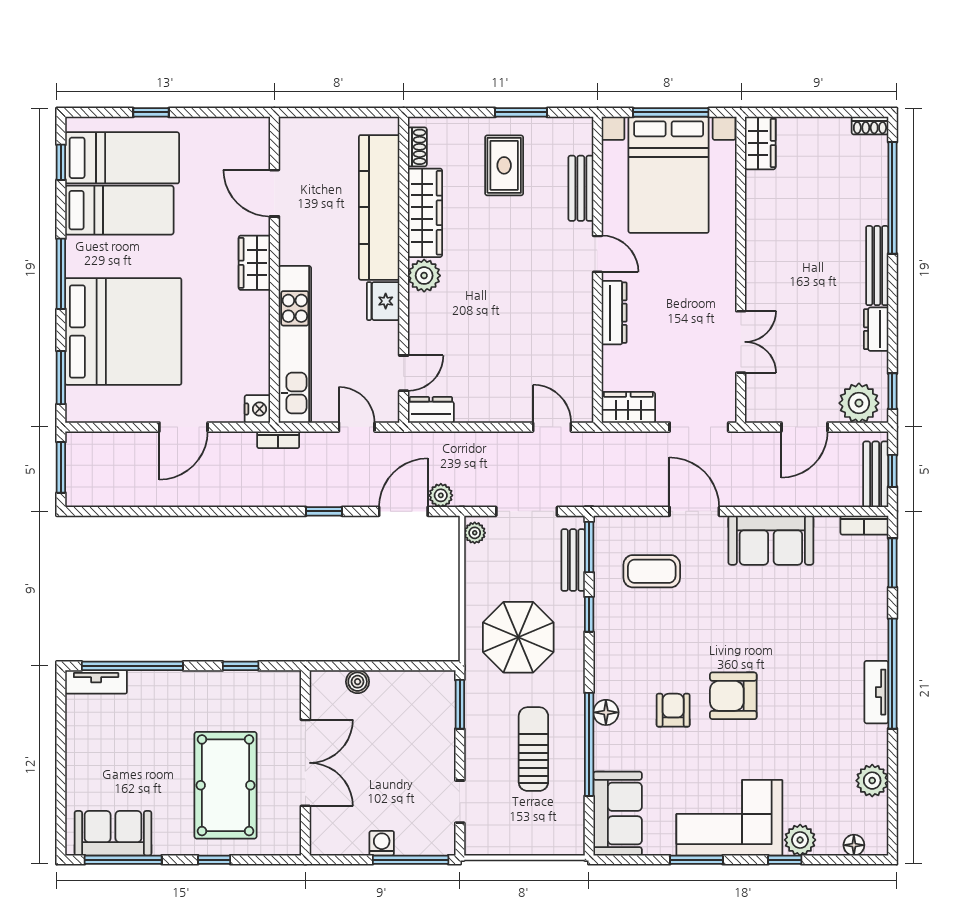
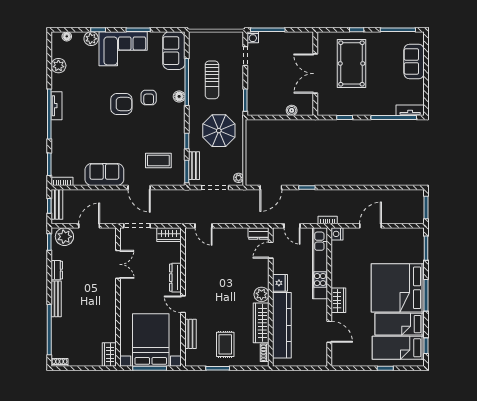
bed: (123, 331) -> (398, 288), moved
double door: (741, 342) -> (118, 264), swing flipped
plant: (441, 495) -> (254, 195), removed
sofa: (113, 833) -> (414, 61), moved, turned 90
washing machine: (382, 843) -> (253, 37), moved

